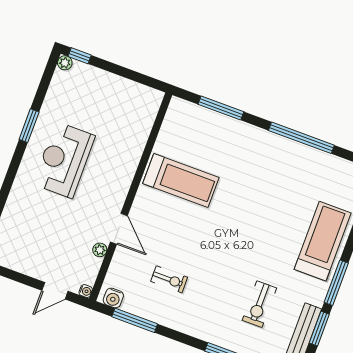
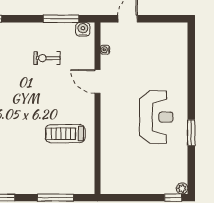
treadmill: (181, 181) -> (65, 134), width x0.73, depth x0.73
plant: (100, 250) -> (106, 61), removed
water cooler: (86, 291) -> (105, 50), moved

